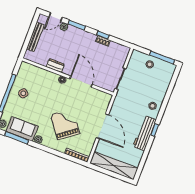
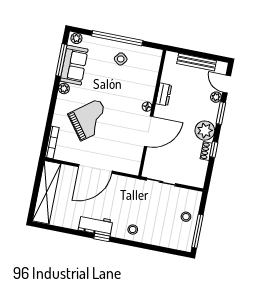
plant: (88, 39) -> (205, 131), added
workbench: (145, 133) -> (96, 225), width x0.73

